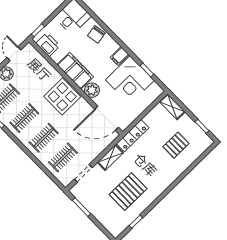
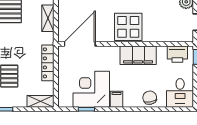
plant: (92, 90) -> (111, 54), removed
locker: (133, 136) -> (48, 63), moved

